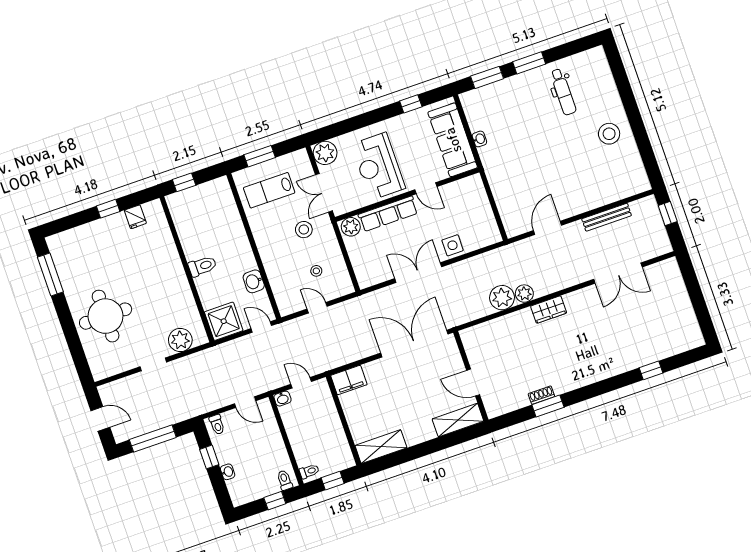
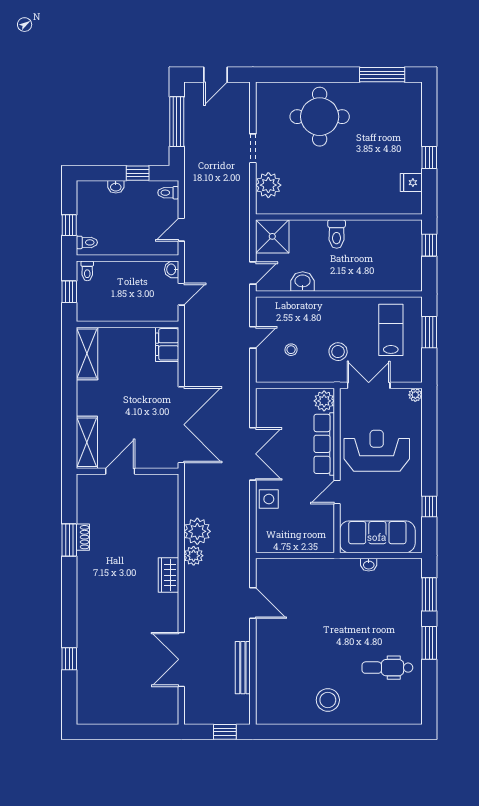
plant: (325, 153) -> (415, 395), width x0.53, depth x0.53

